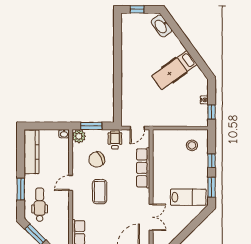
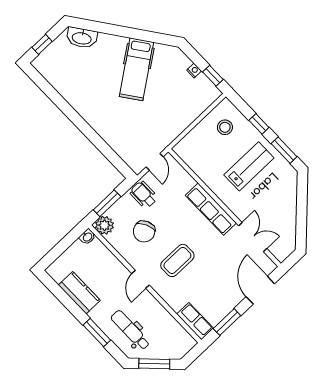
kitchen counter: (32, 152) -> (79, 293), width x0.67
row of seats: (143, 168) -> (211, 209), moved
coffee table: (100, 192) -> (177, 260), turned 90
lab bench: (188, 197) -> (249, 166), moved

